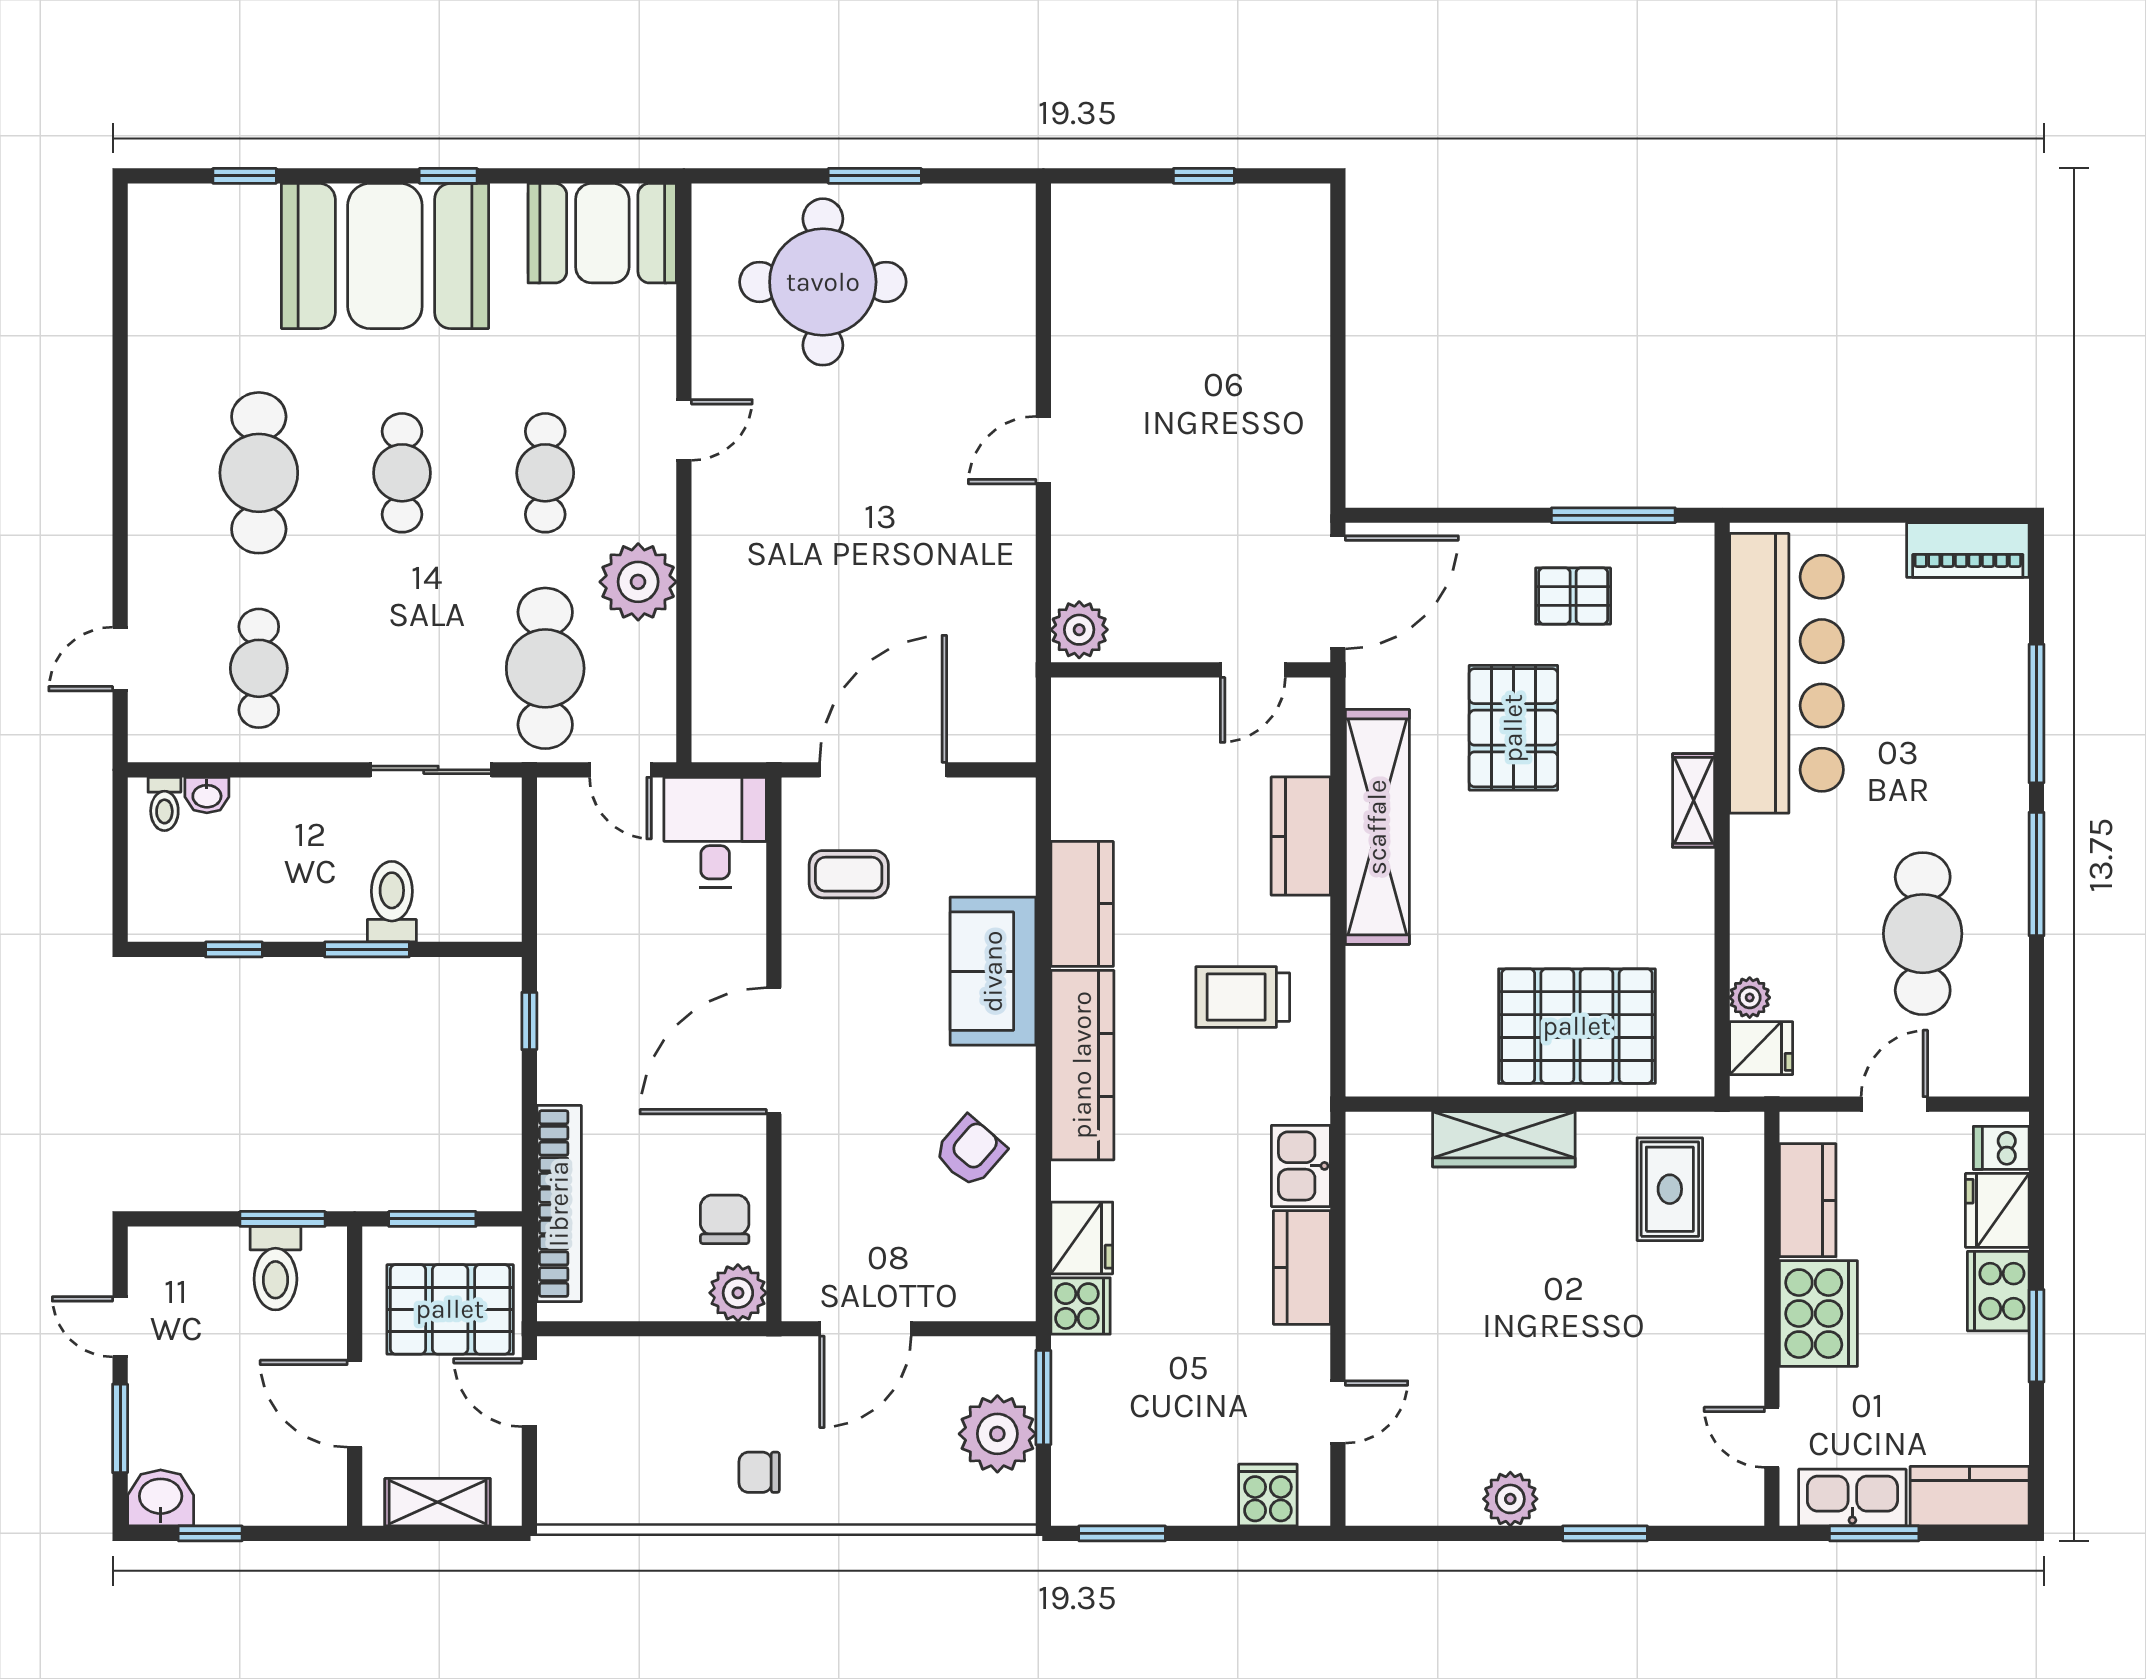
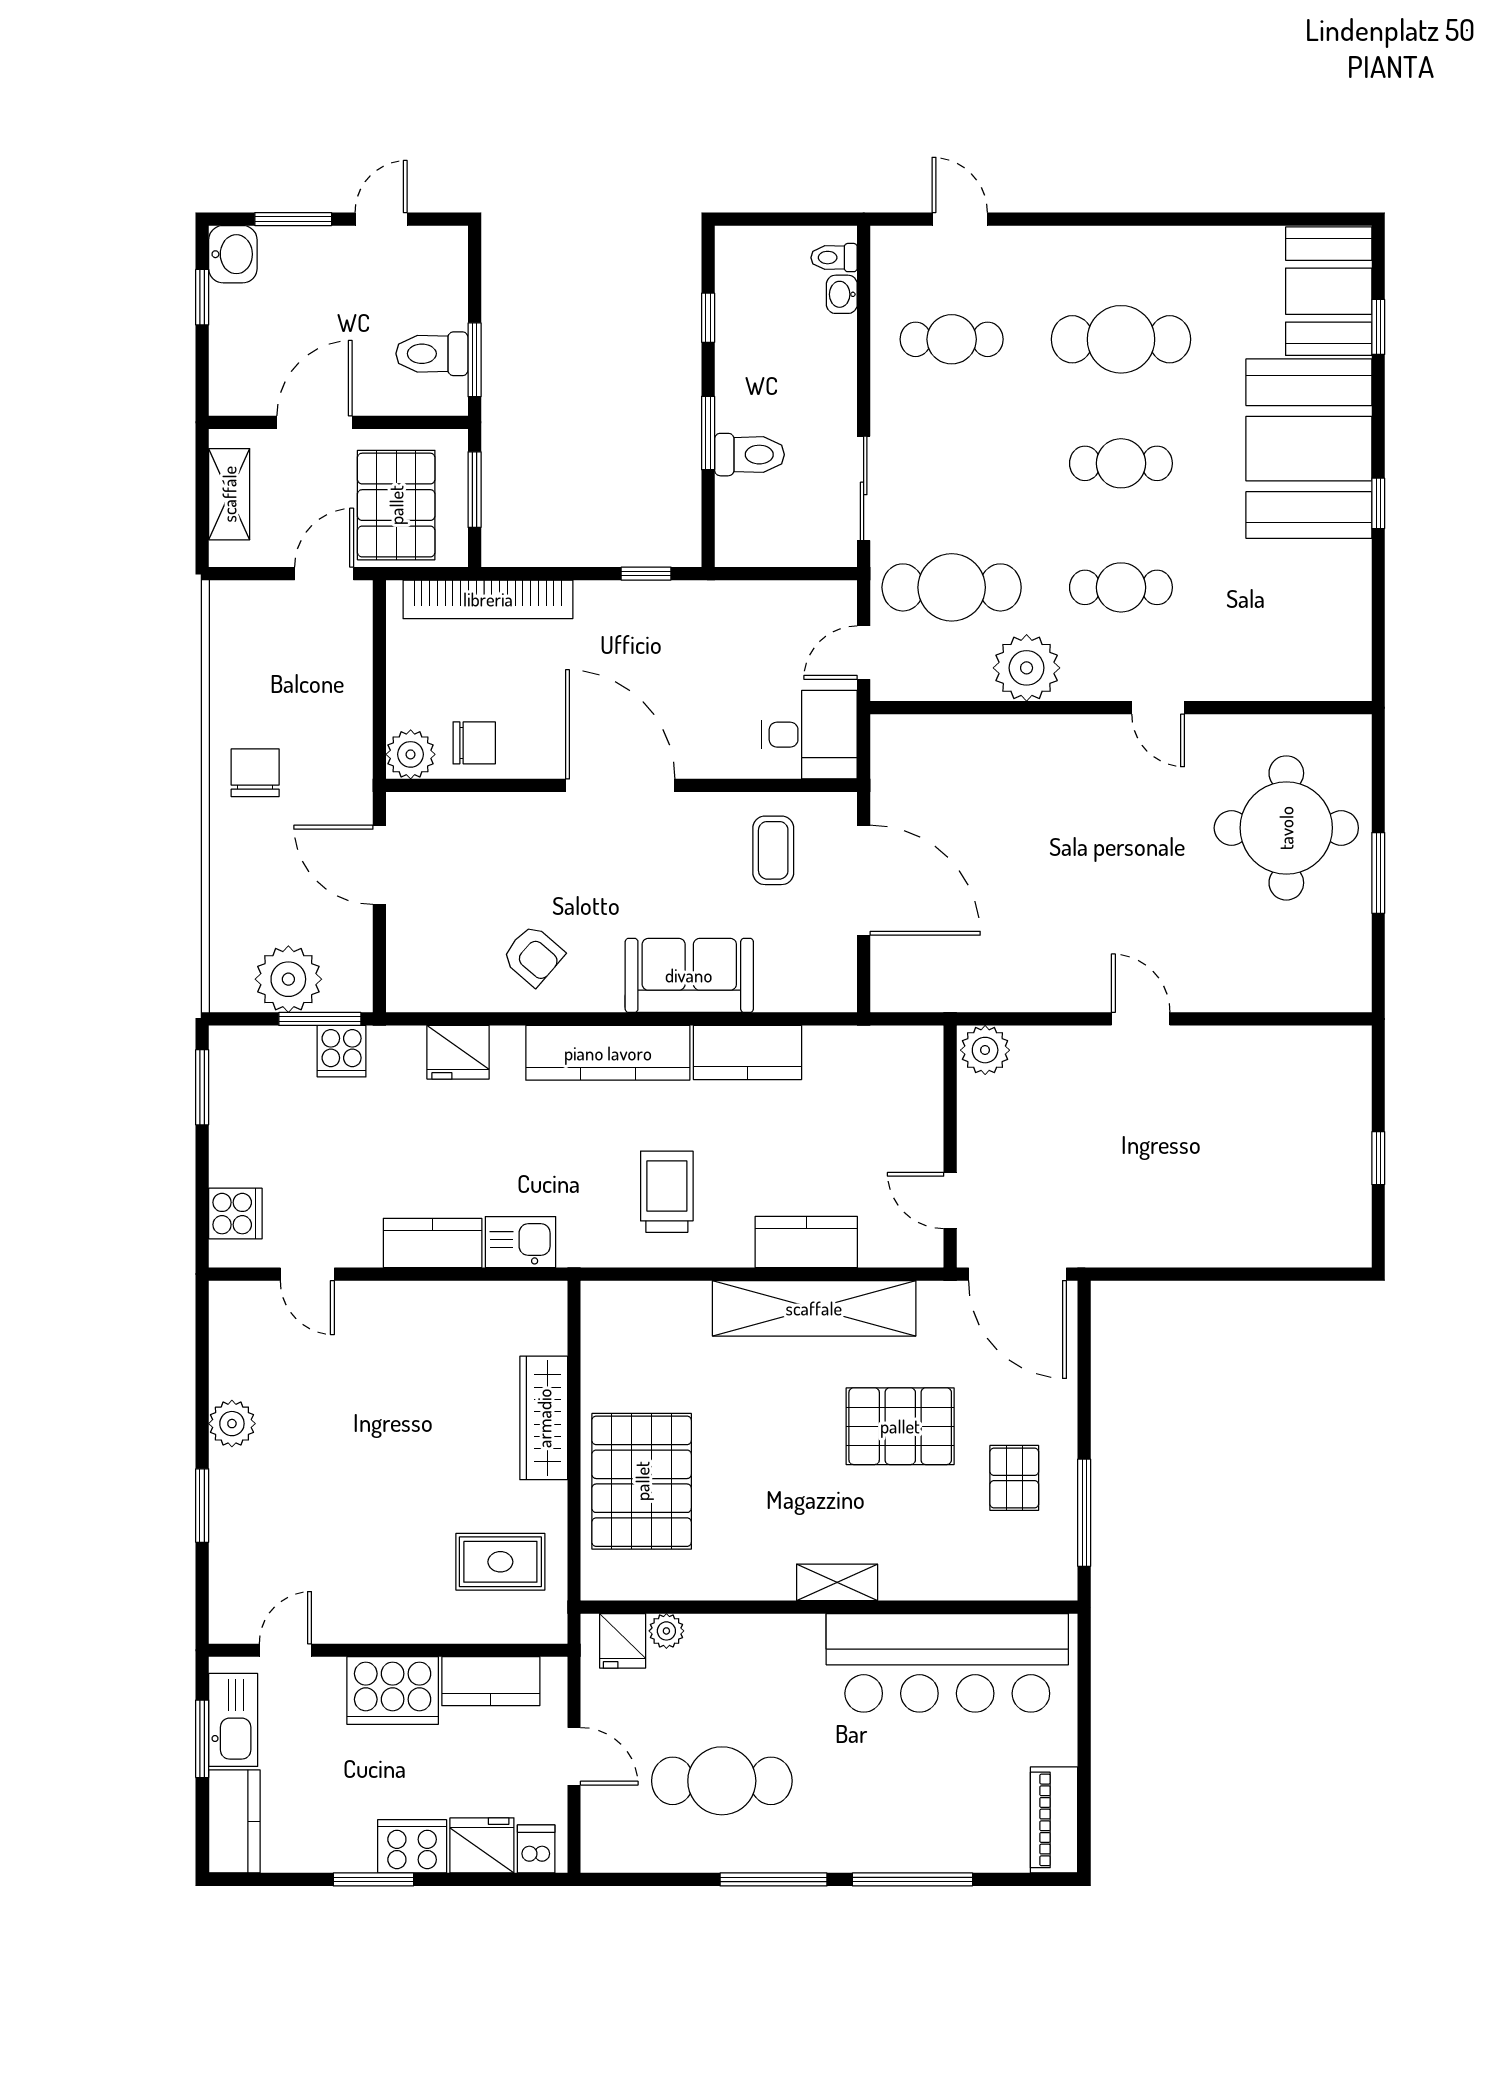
booth: (602, 233) -> (1329, 291), moved
cooker: (1081, 1306) -> (342, 1051), moved
chair: (759, 1472) -> (255, 773), width x1.37, depth x1.37

